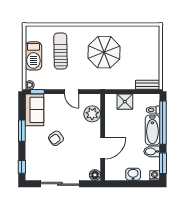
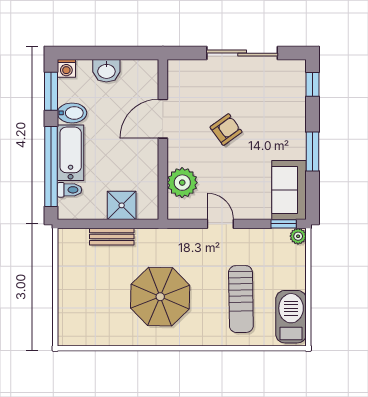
barbecue: (33, 56) -> (291, 317), moved
bench: (148, 85) -> (112, 237), moved
armchair: (56, 138) -> (226, 130), moved
floor lamp: (95, 175) -> (177, 69), removed

